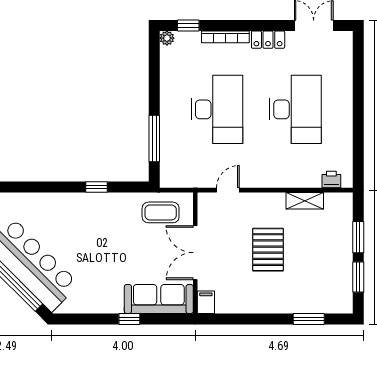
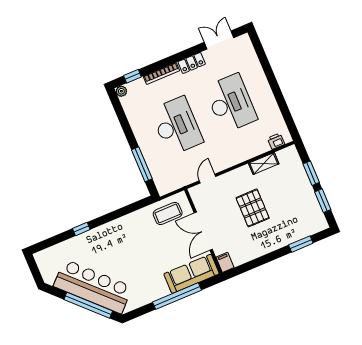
window: (96, 187) -> (81, 229), moved
window: (129, 319) -> (177, 296), width x3.17

